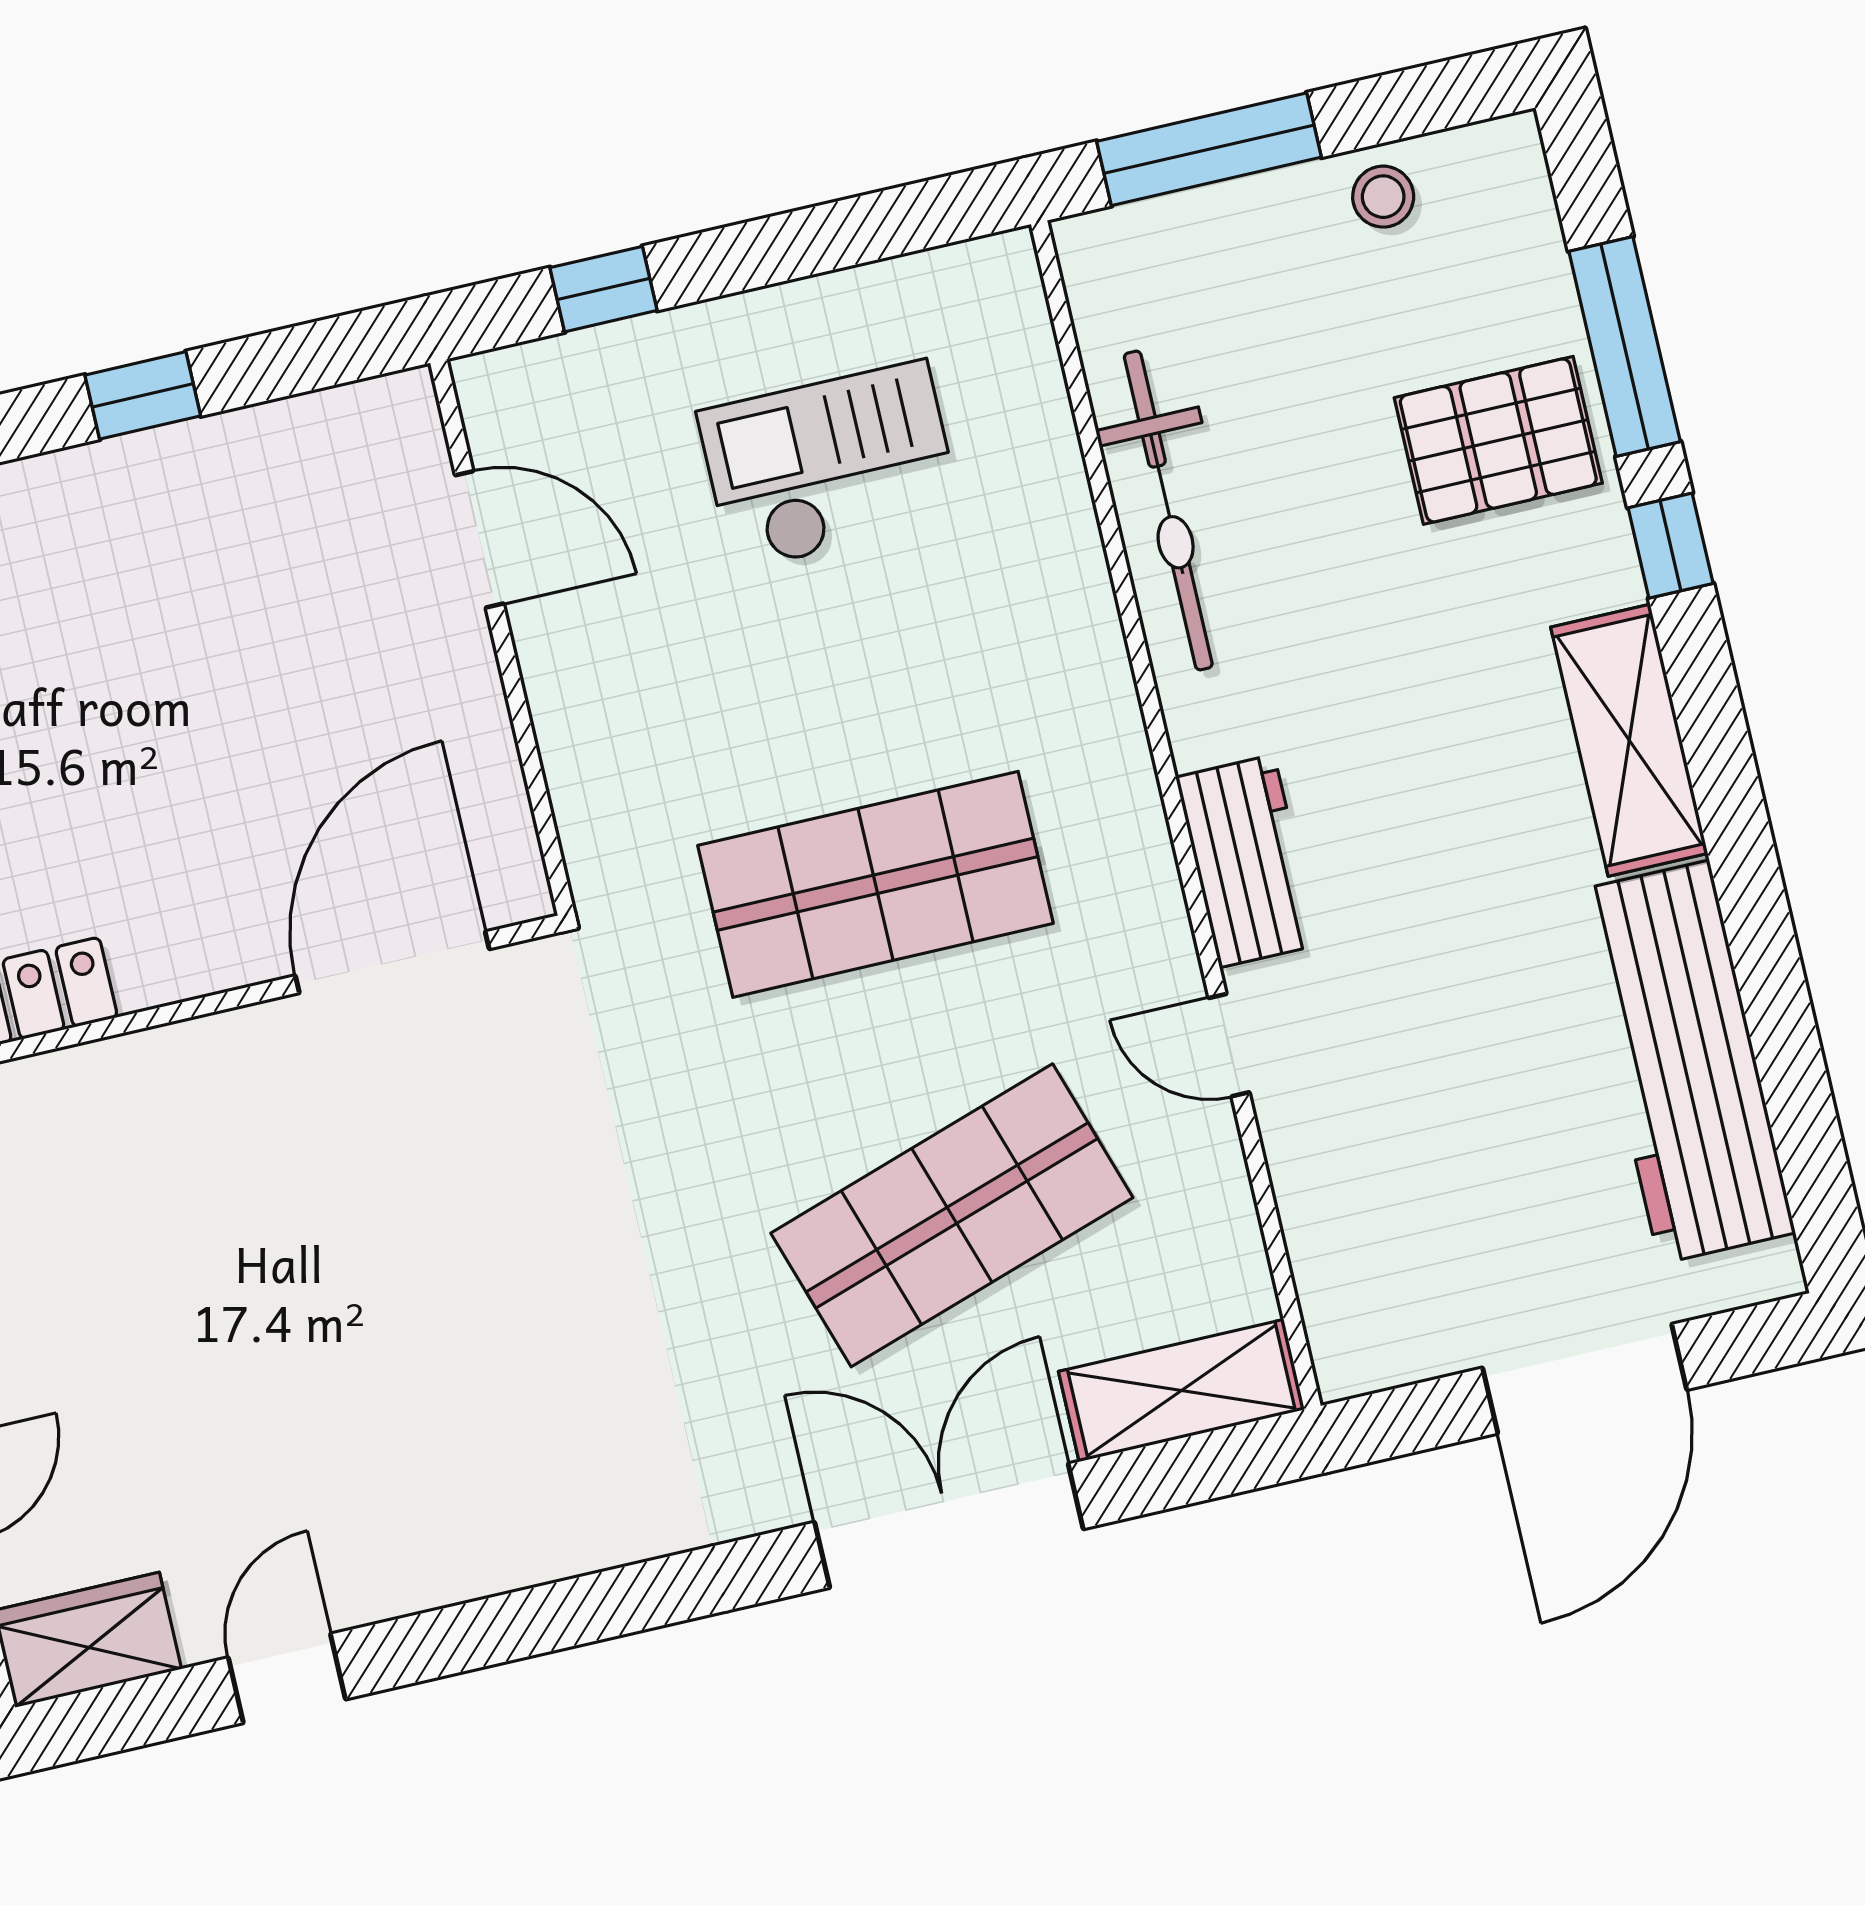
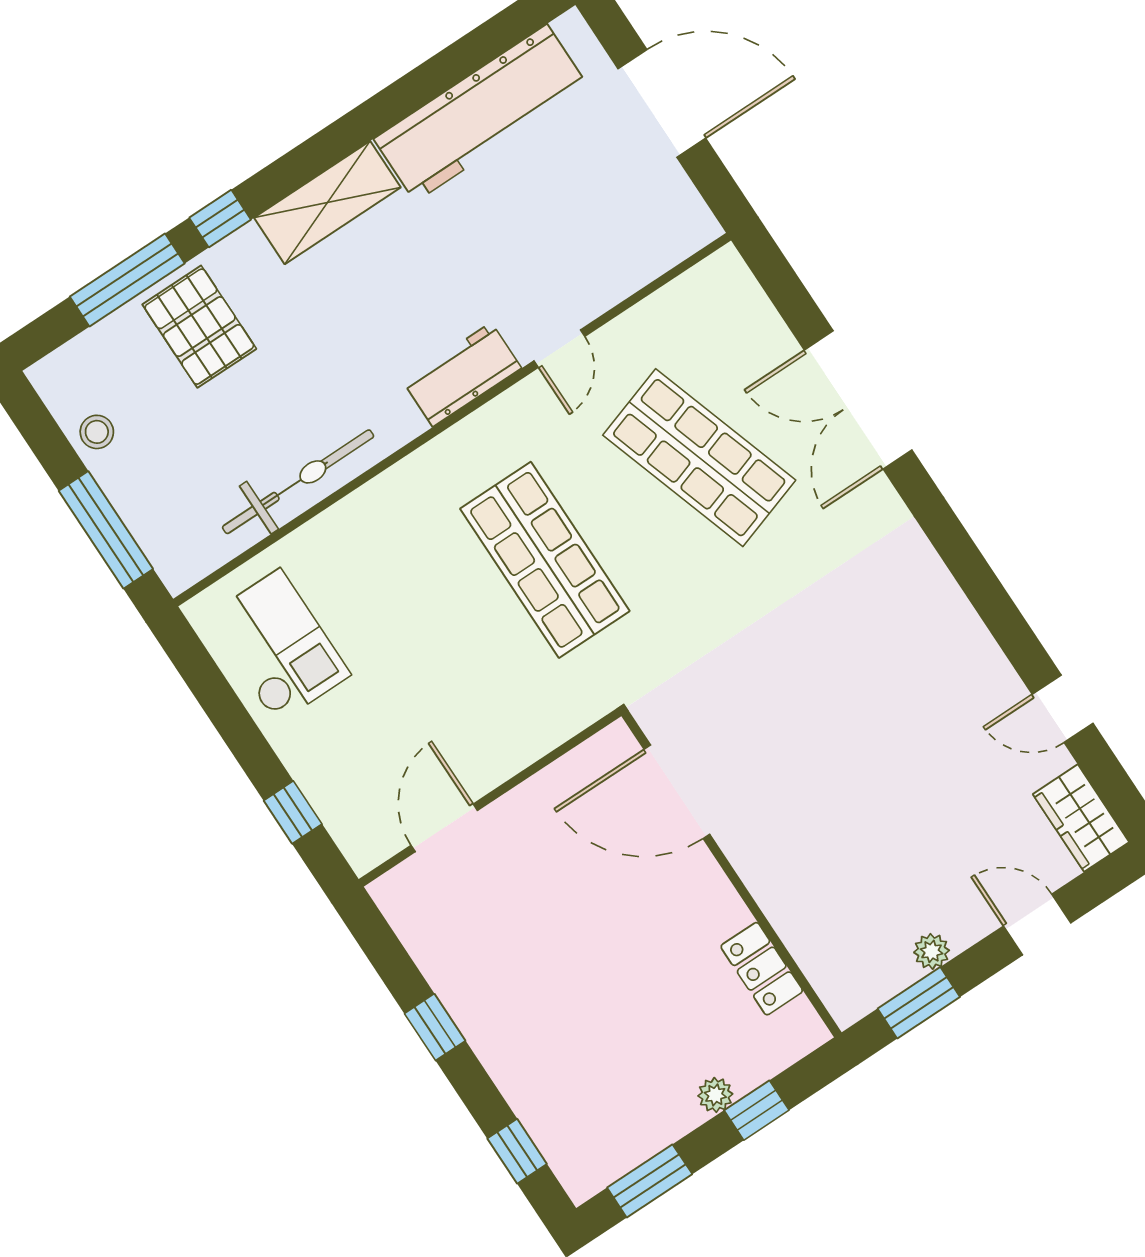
checkout: (830, 466) -> (278, 646), moved, turned 180
shelving: (1181, 1391) -> (745, 307), removed

